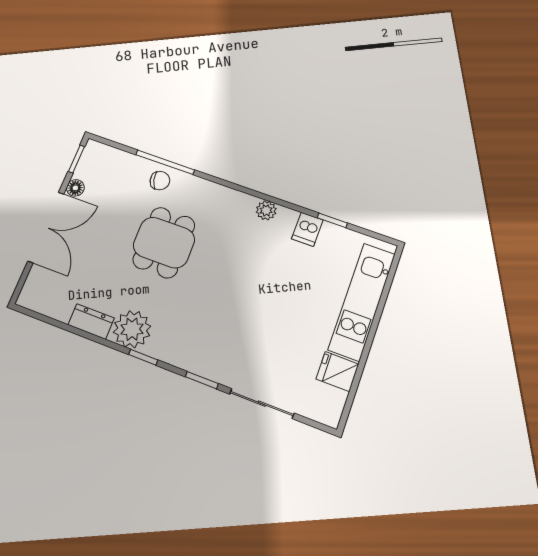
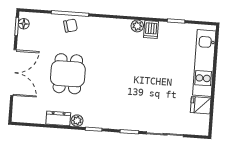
floor lamp: (75, 188) -> (24, 24), moved
dishwasher: (307, 229) -> (151, 30), moved
dining table: (164, 242) -> (68, 74), moved
plant: (132, 329) -> (77, 121), width x0.53, depth x0.53

